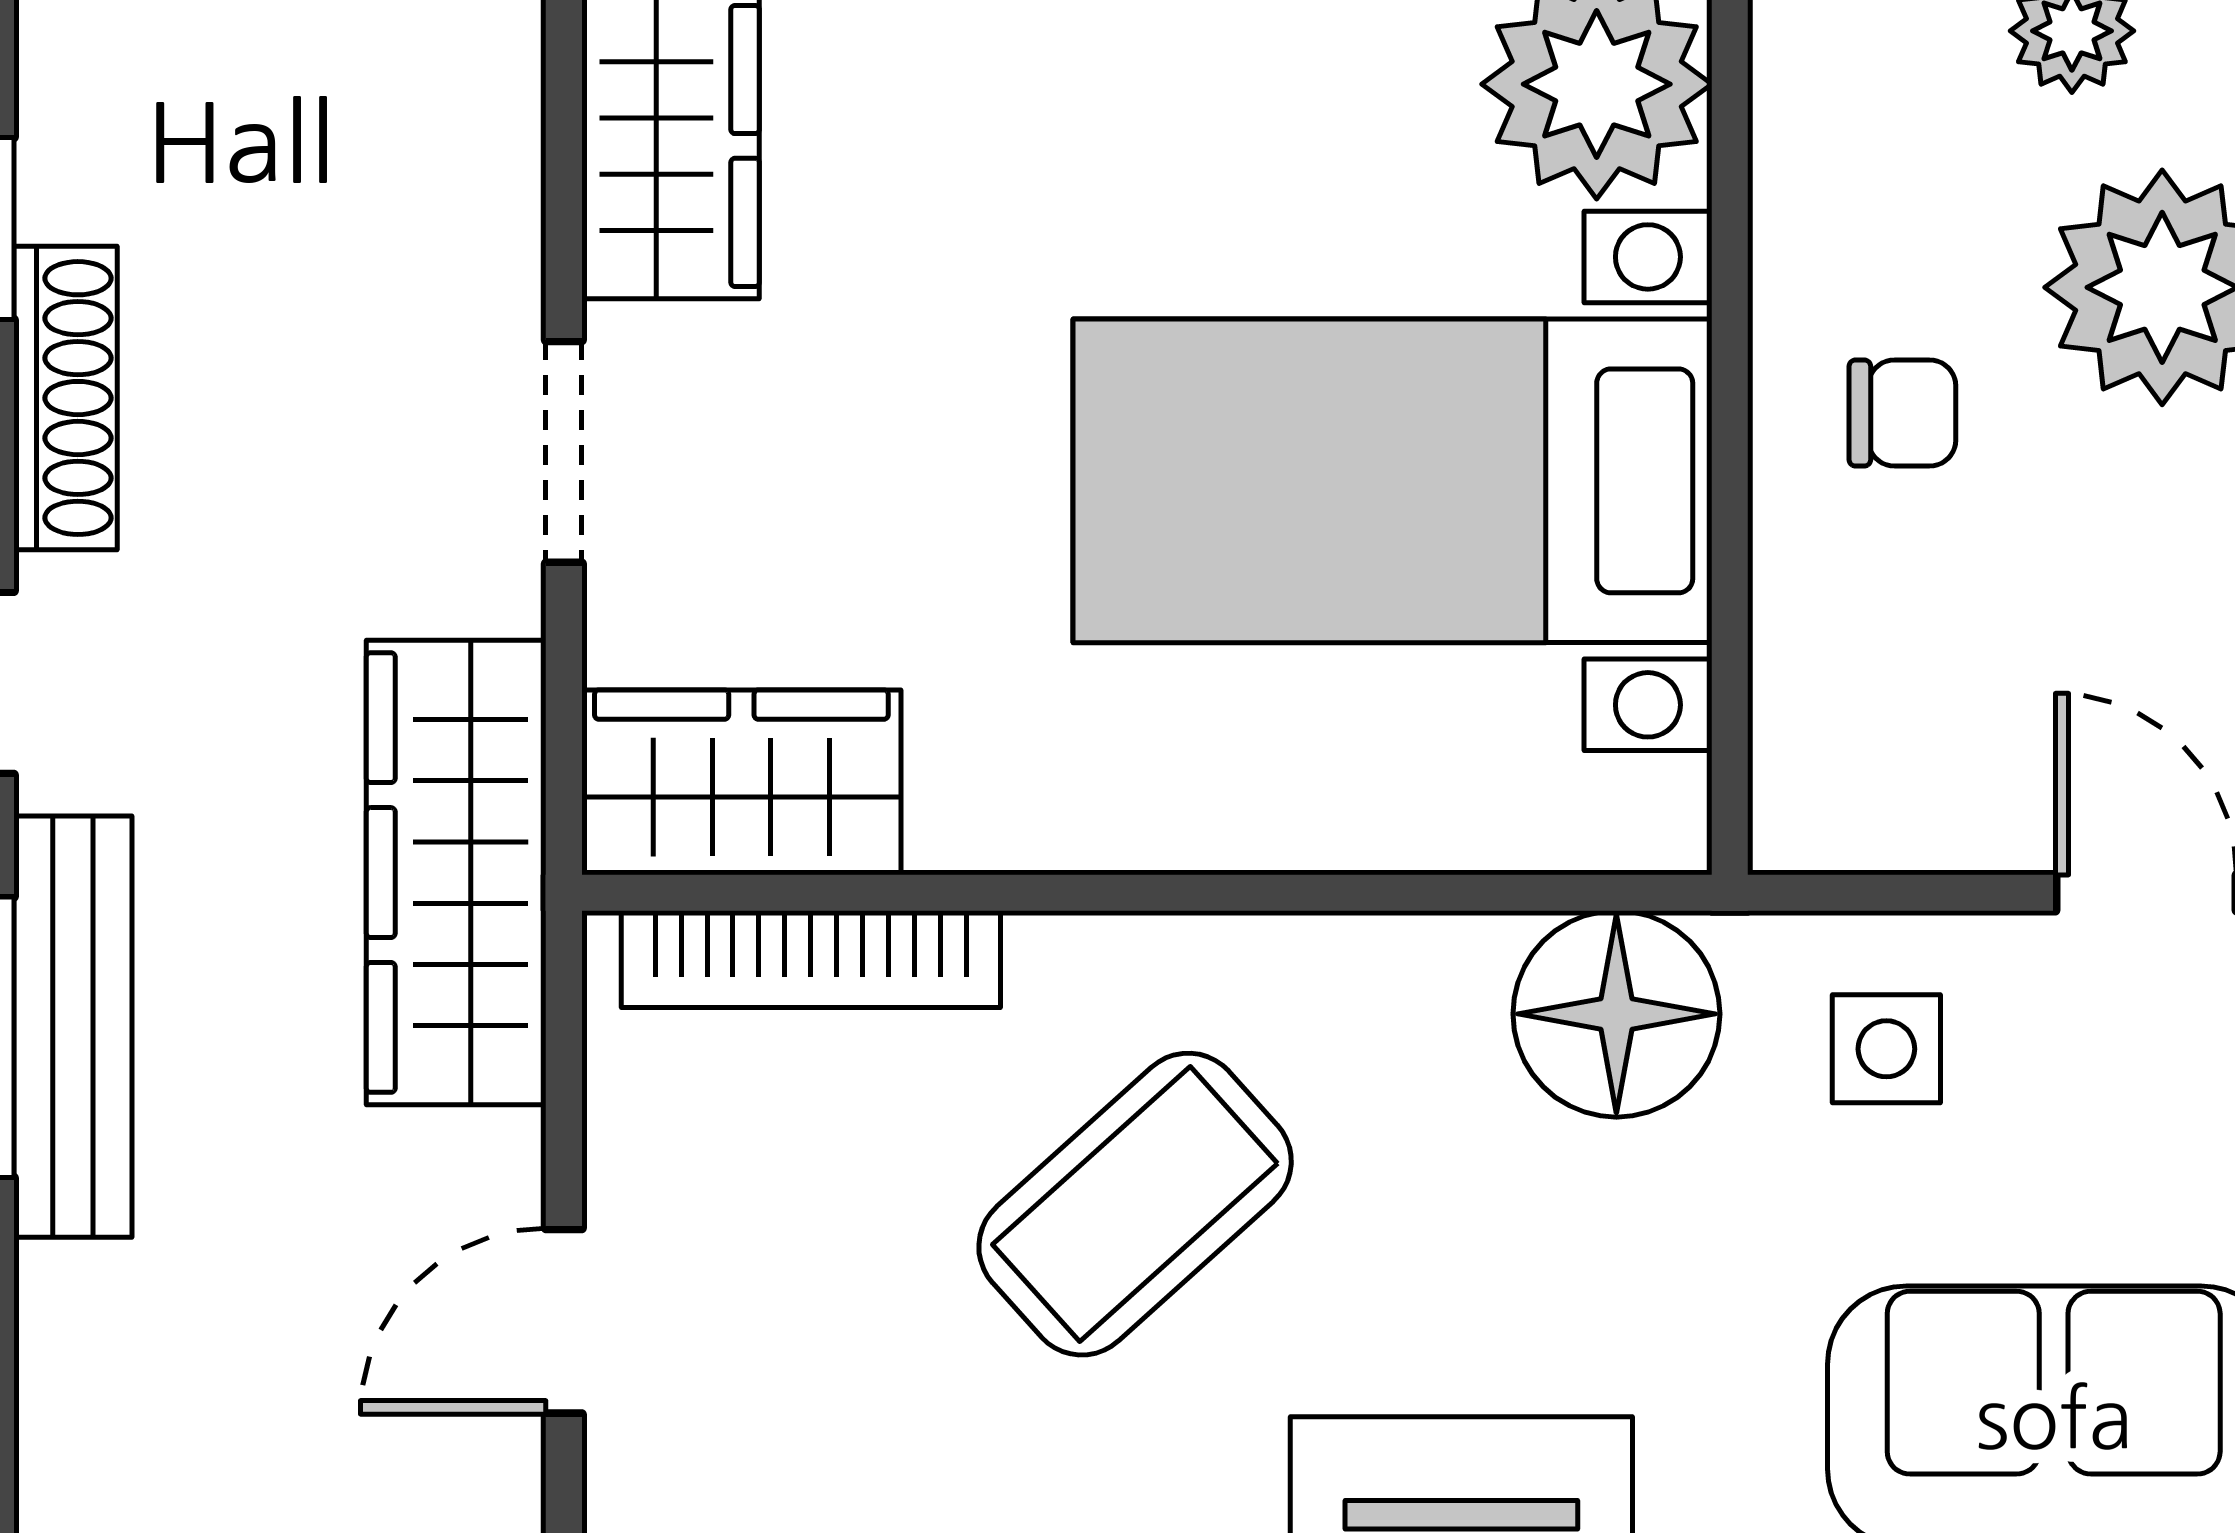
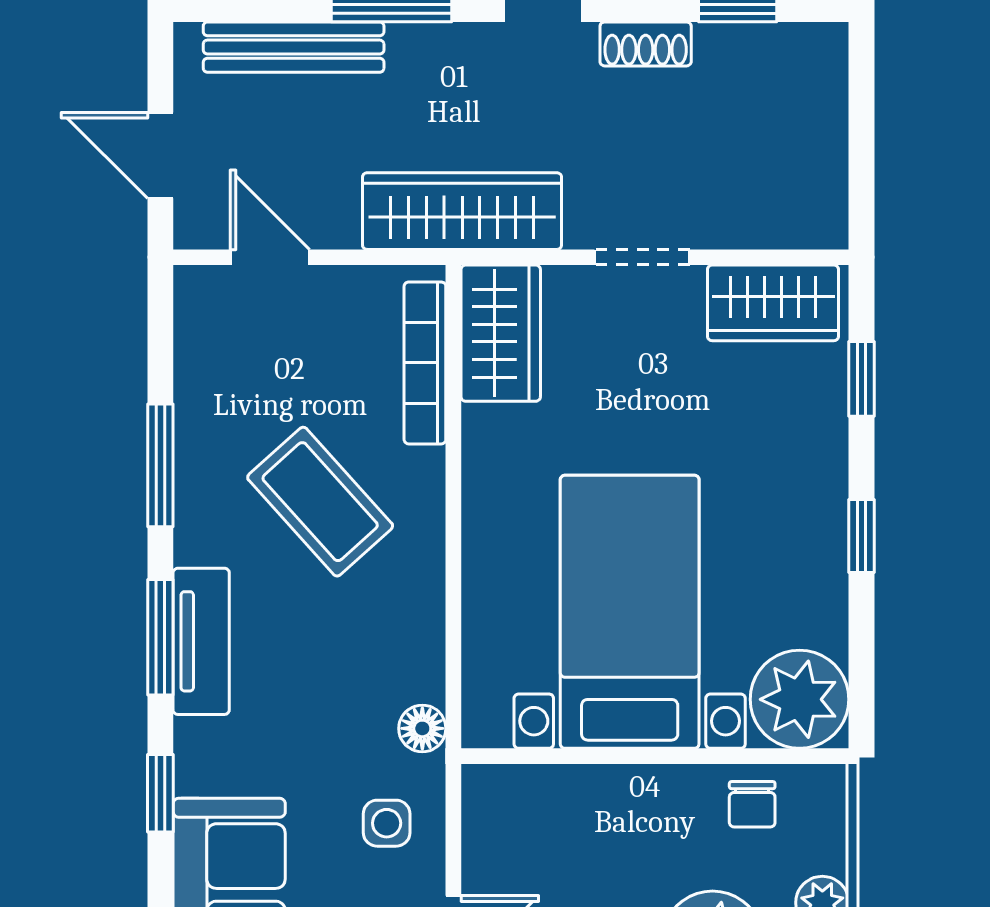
shoe rack: (66, 398) -> (646, 44), width x0.70
chair: (1902, 413) -> (752, 804), moved
floor lamp: (1616, 1014) -> (422, 728), width x0.53, depth x0.53
bench: (73, 1027) -> (294, 47), moved

